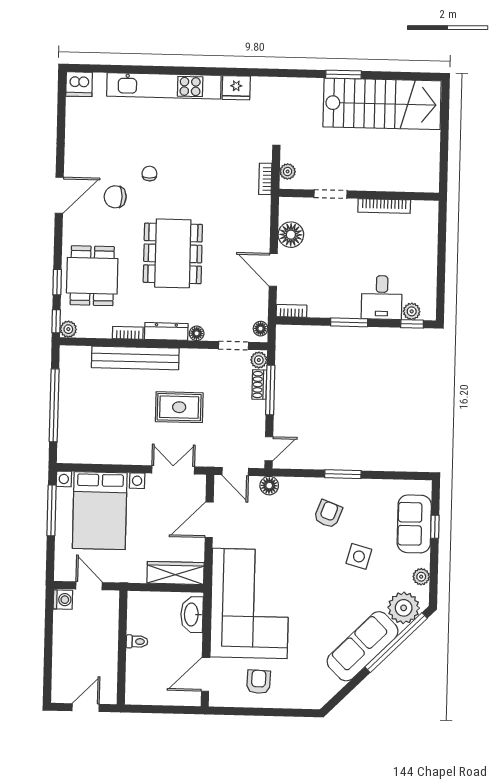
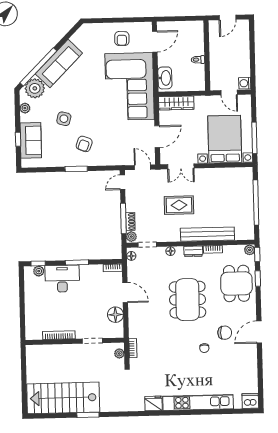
desk: (382, 297) -> (62, 279), width x1.37
dresser: (166, 331) -> (193, 251), width x0.70
floor lamp: (269, 486) -> (121, 160), removed

